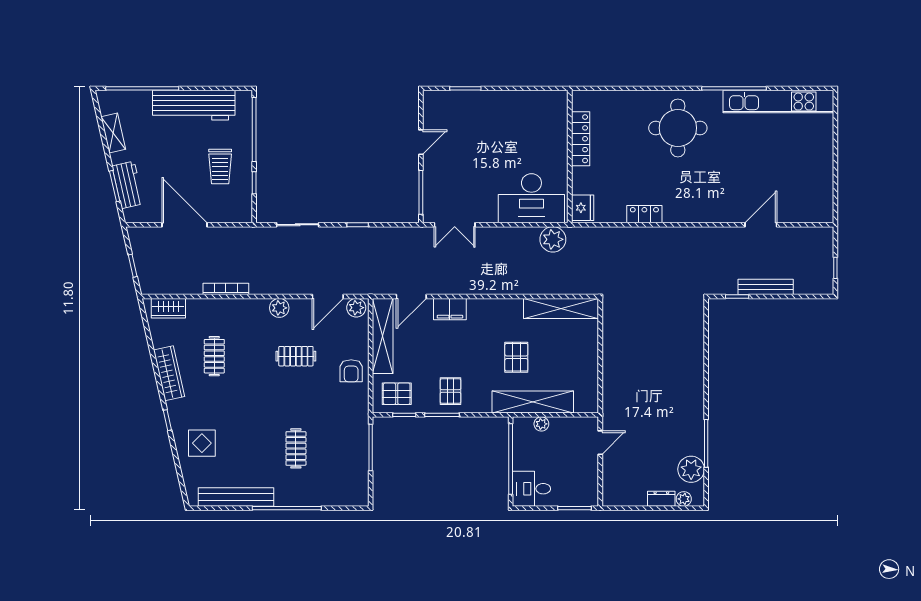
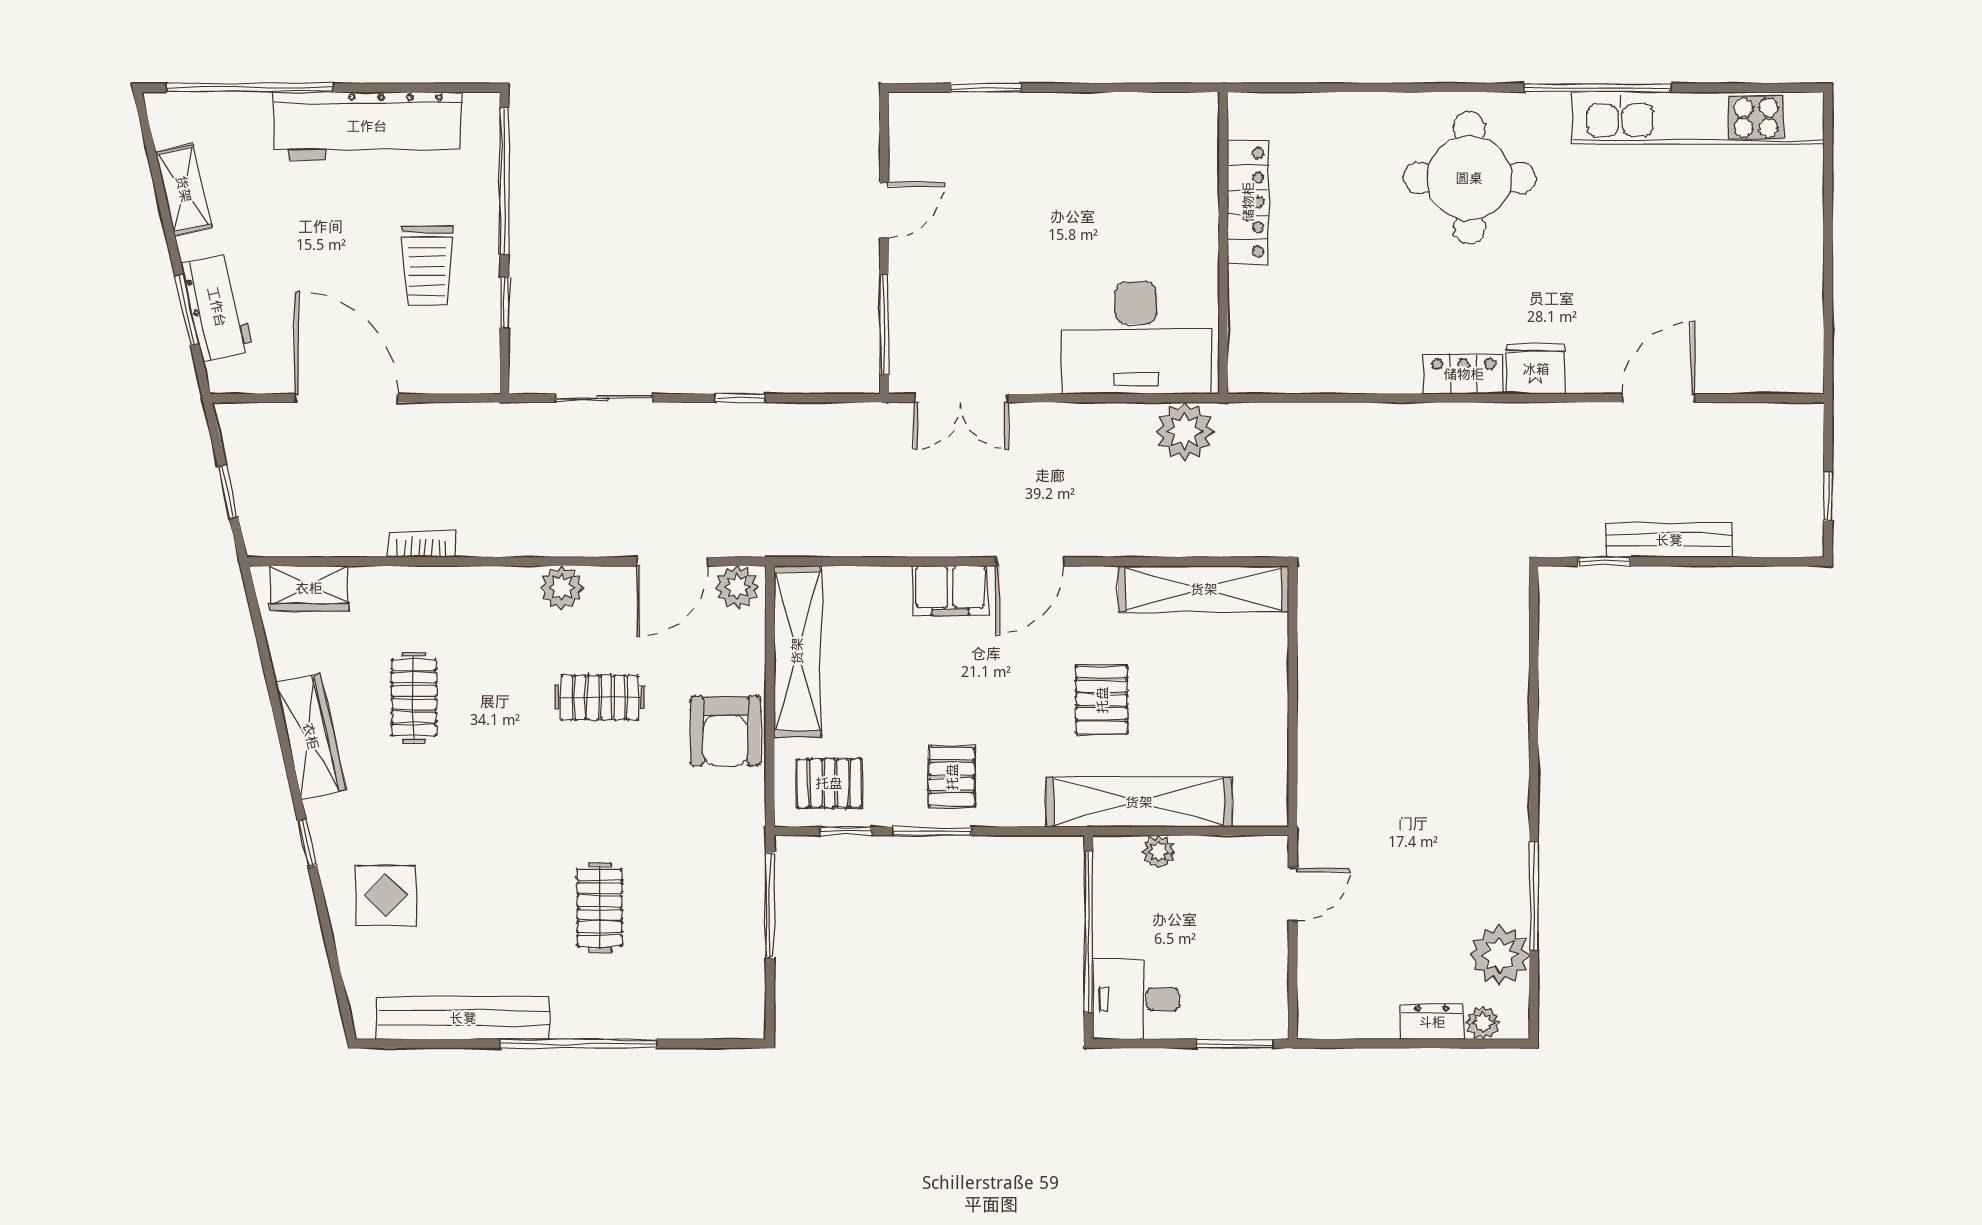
fridge: (583, 208) -> (1536, 369), moved, turned -90
locker: (644, 214) -> (1464, 374), moved
bookcase: (226, 289) -> (422, 544), width x0.64
door: (411, 296) -> (1030, 562), moved
armchair: (351, 371) -> (726, 731), width x1.38, depth x1.38

